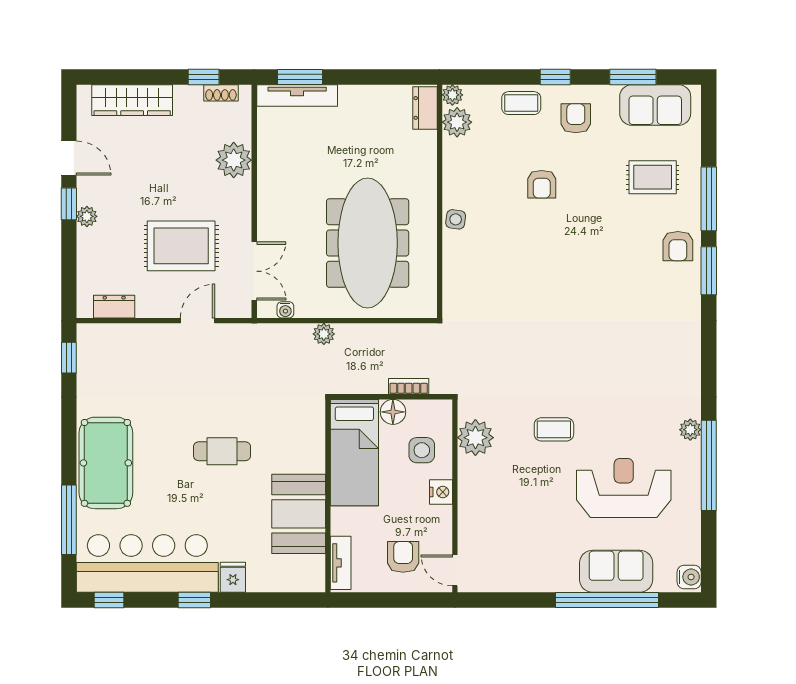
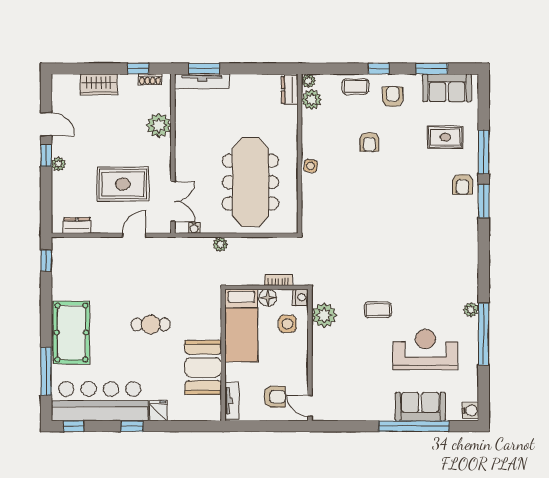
wardrobe: (132, 100) -> (99, 84), width x0.67
nightstand: (441, 492) -> (301, 297), moved
armchair: (403, 557) -> (275, 397), turned 90

